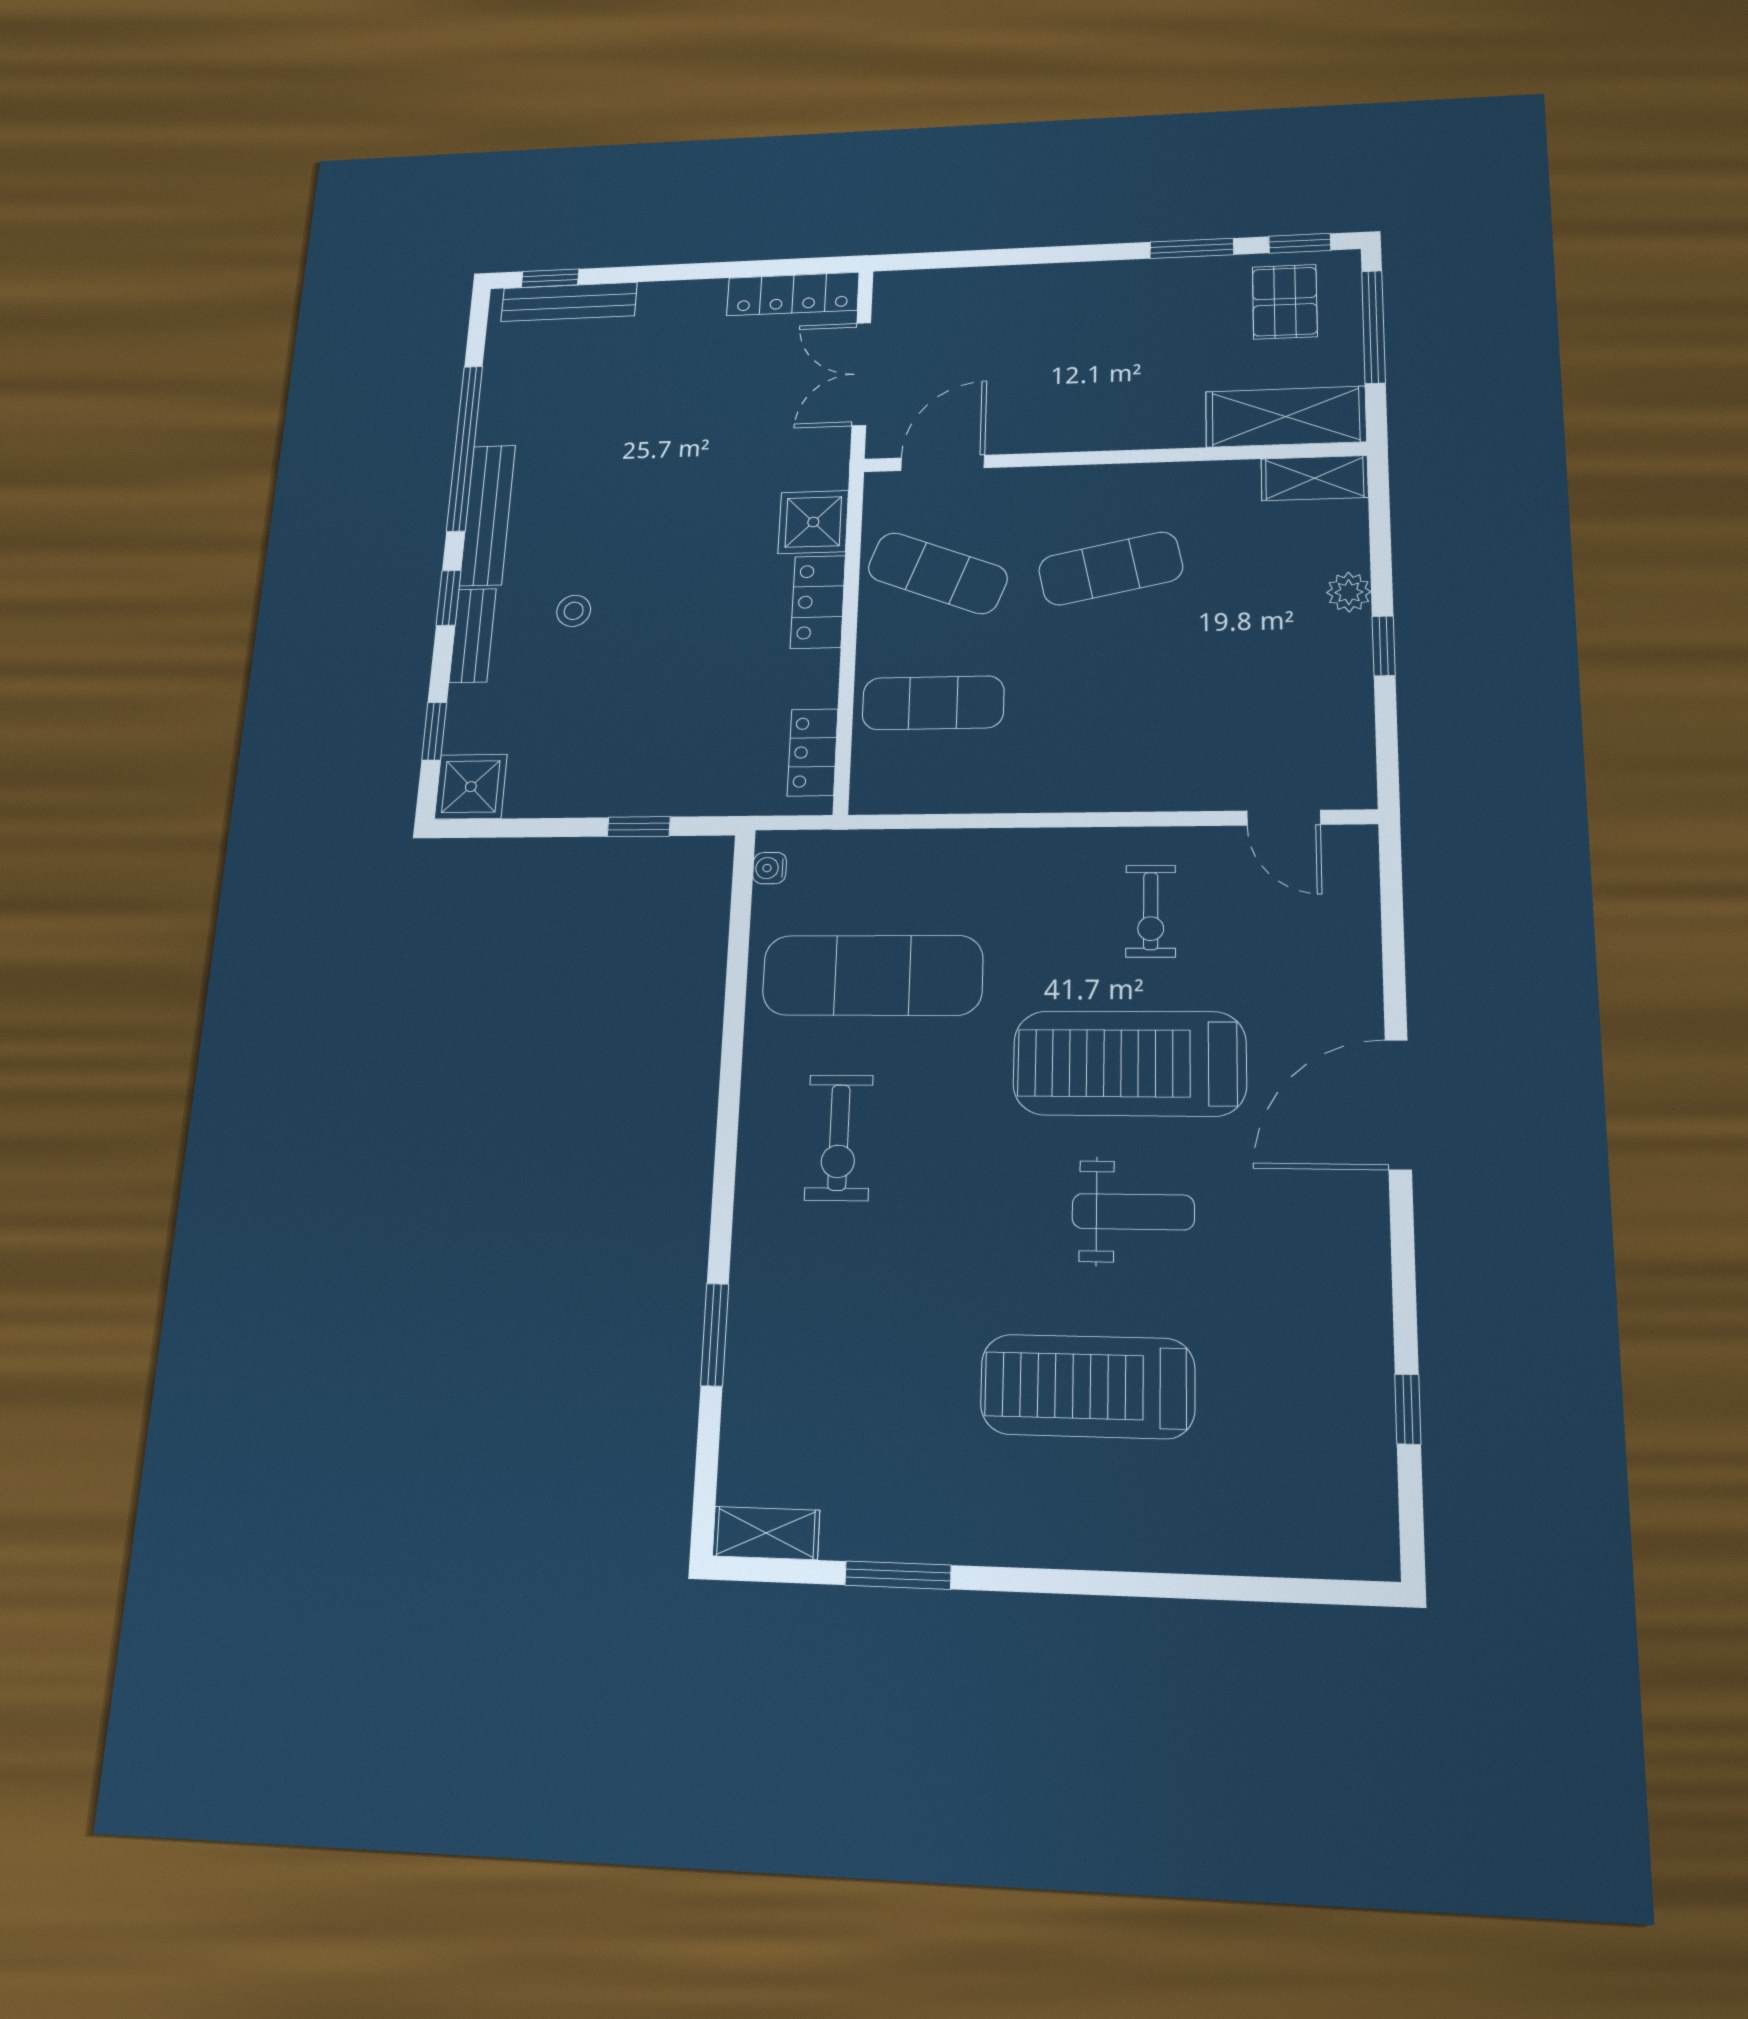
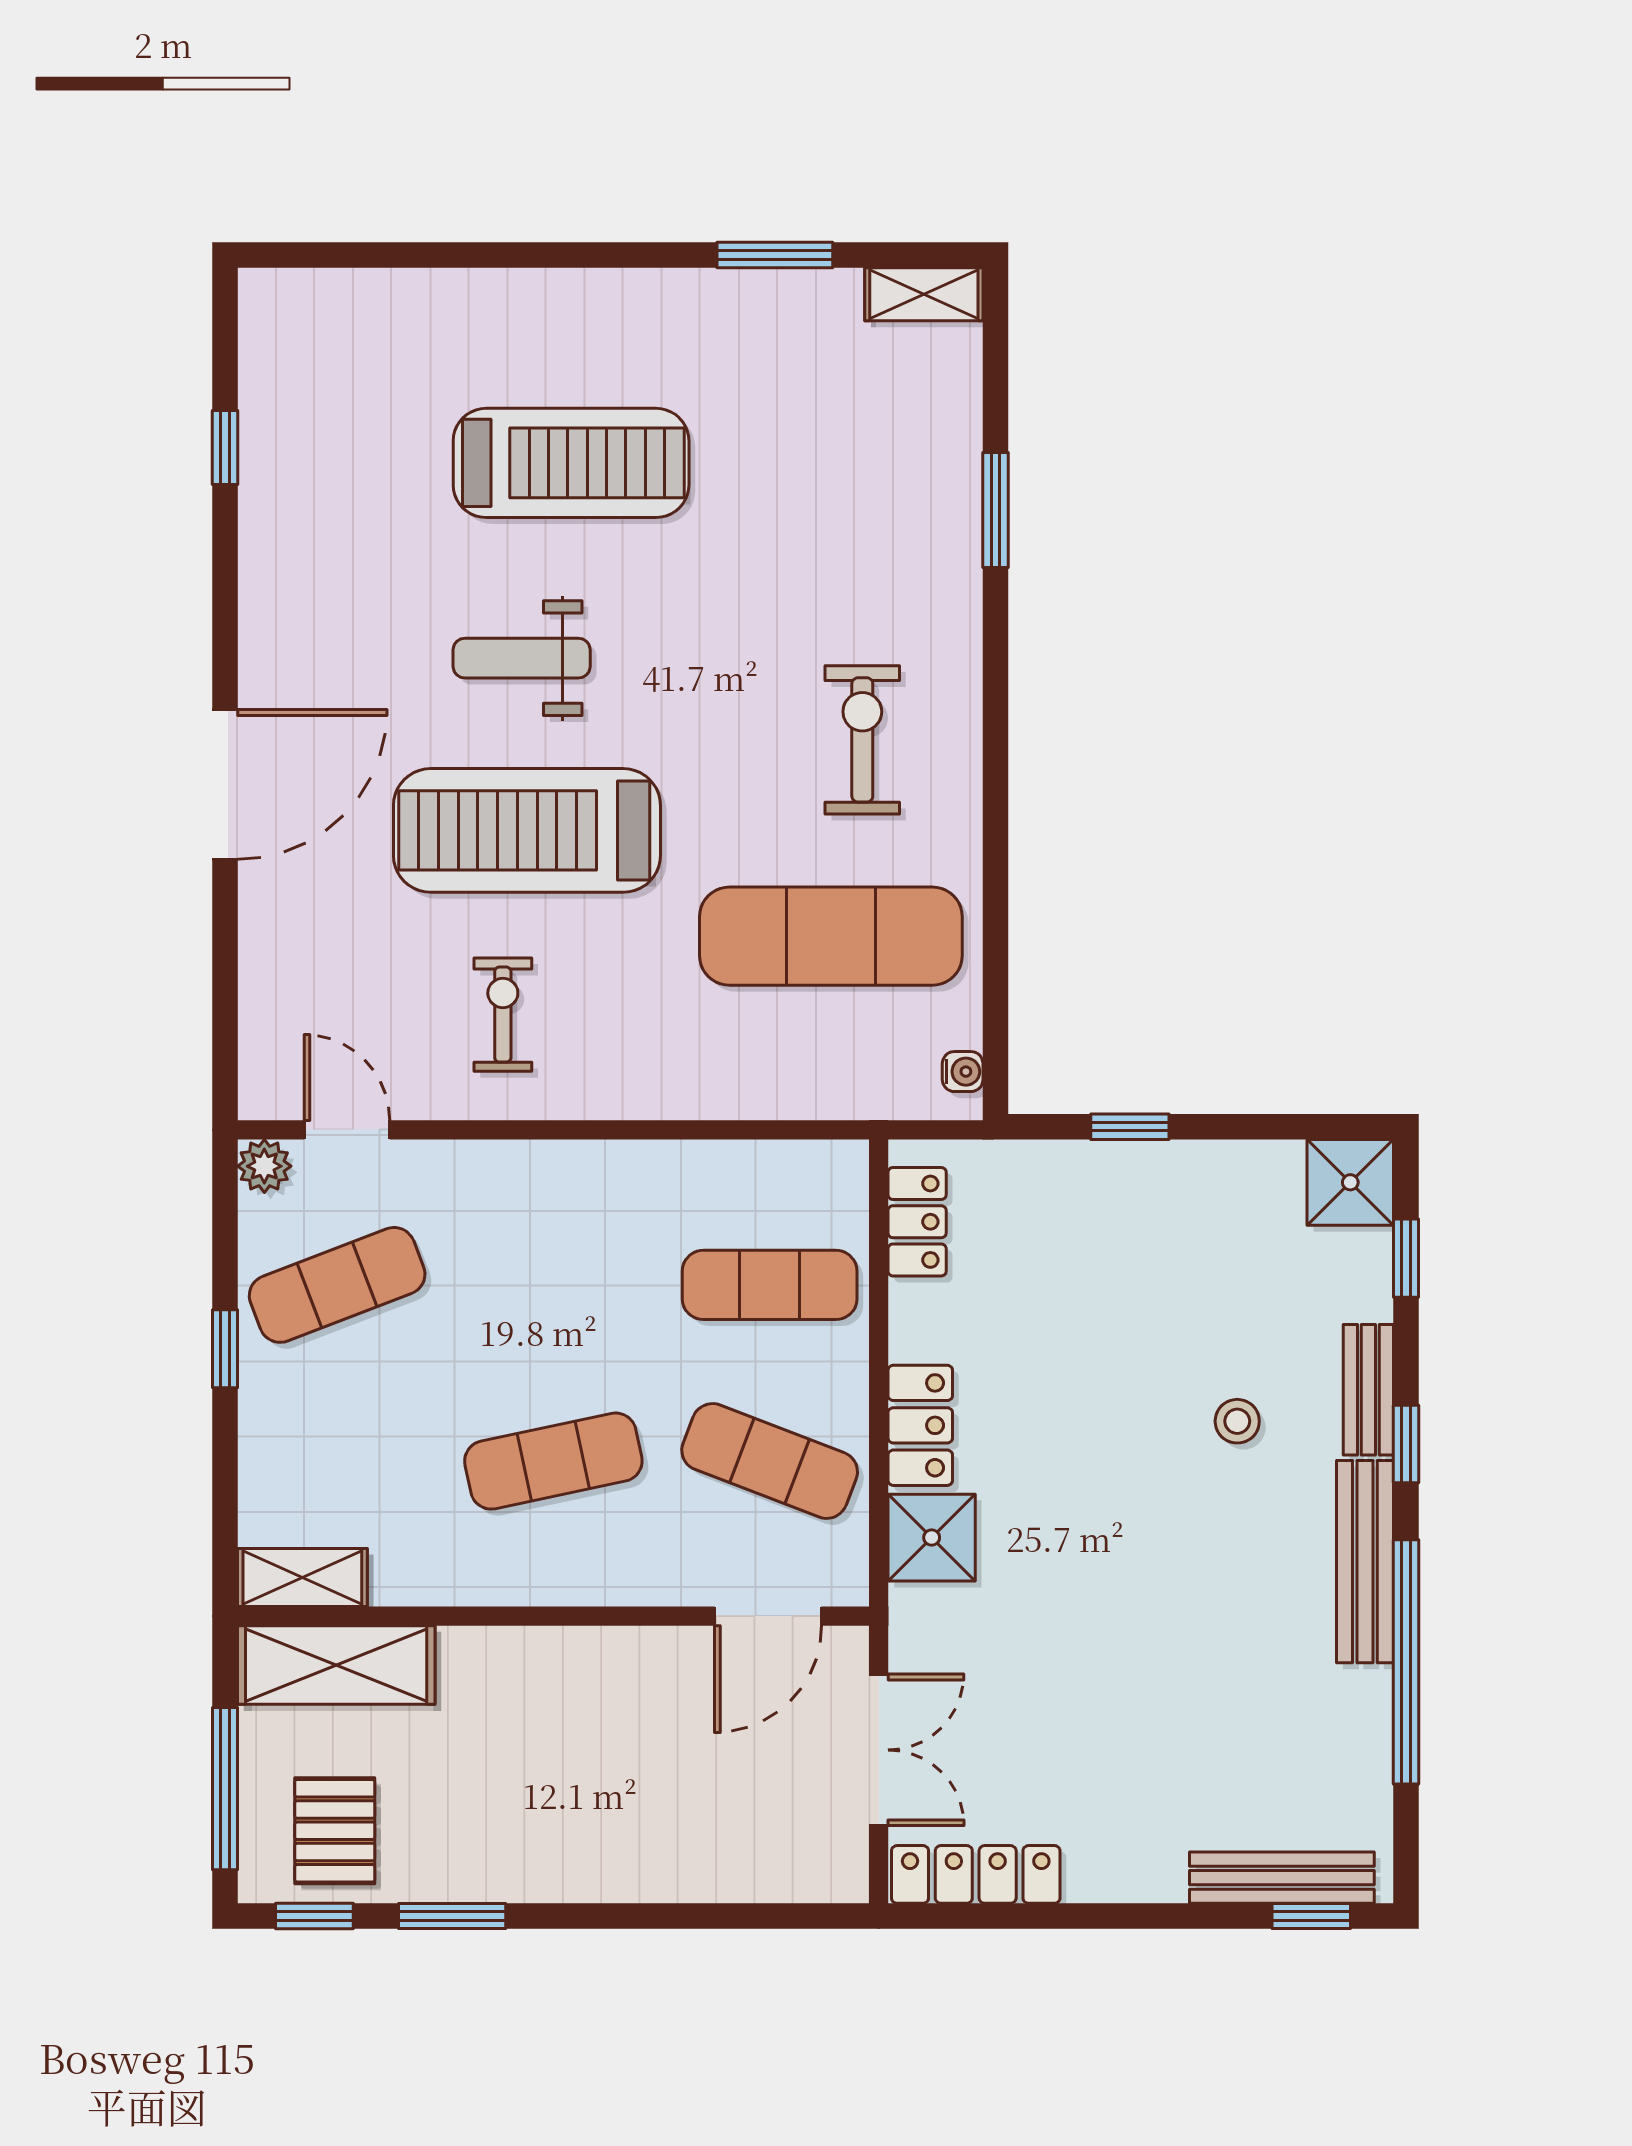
plant: (1349, 592) -> (264, 1166), moved
exercise mat: (1290, 696) -> (337, 1285), added
treadmill: (1129, 1063) -> (527, 830), turned 180

